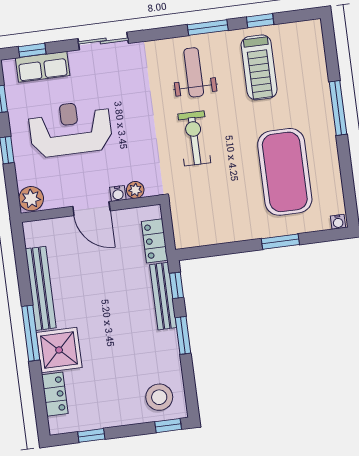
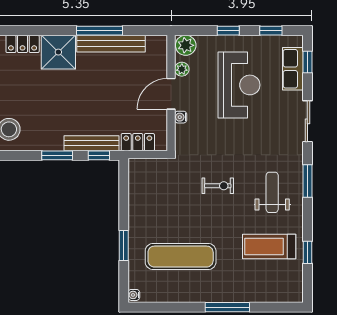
window: (208, 27) -> (307, 181), moved
weight bench: (194, 72) -> (272, 192), turned -90
exercise bike: (194, 138) -> (218, 186), width x0.73, depth x0.72
exercise mat: (285, 172) -> (181, 257), width x0.68
plant: (135, 190) -> (182, 69), moved
window: (31, 333) -> (100, 31), moved

